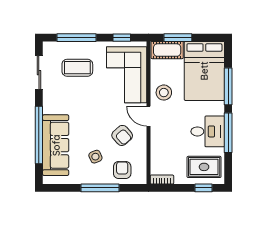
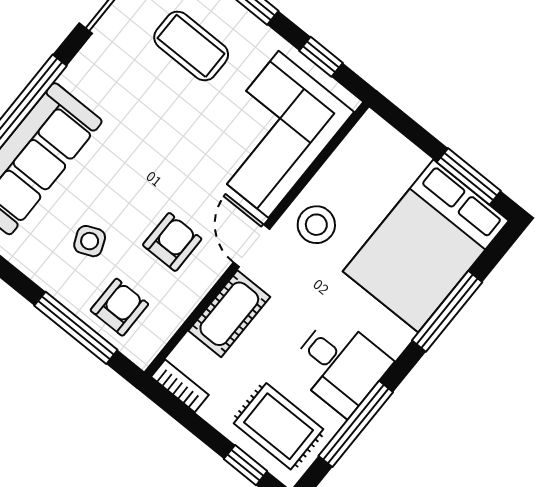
window: (178, 38) -> (469, 177), moved
cot: (167, 50) -> (229, 314), moved, turned 90
window: (228, 133) -> (356, 424), moved
armchair: (122, 135) -> (172, 242), turned -138
window: (100, 188) -> (76, 328), moved

